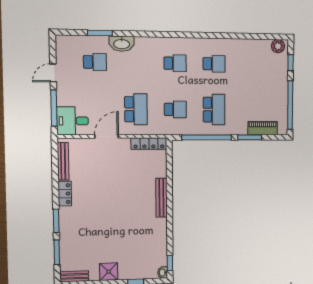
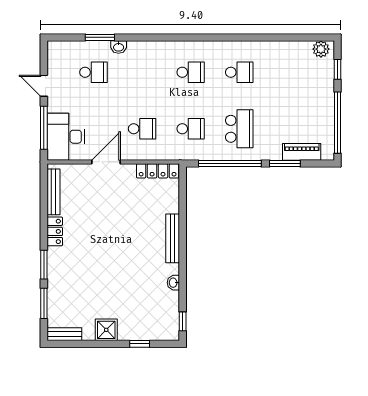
washbasin: (122, 44) -> (119, 47), width x0.52, depth x0.69
door: (53, 73) -> (44, 86), hinge flipped
school desk: (136, 109) -> (142, 129), width x0.54
desk: (73, 121) -> (66, 137), width x1.37
washbasin: (163, 273) -> (173, 283), moved

